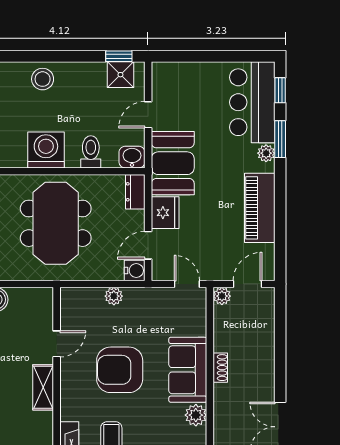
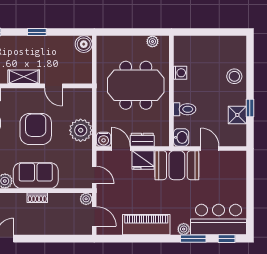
window: (119, 56) -> (250, 108), moved
shower: (120, 75) -> (237, 115), moved
washing machine: (46, 150) -> (180, 73), width x0.53, depth x0.53
dresser: (135, 192) -> (142, 140), moved
door: (187, 284) -> (94, 175), hinge flipped
plant: (114, 296) -> (81, 130), width x1.87, depth x1.87

